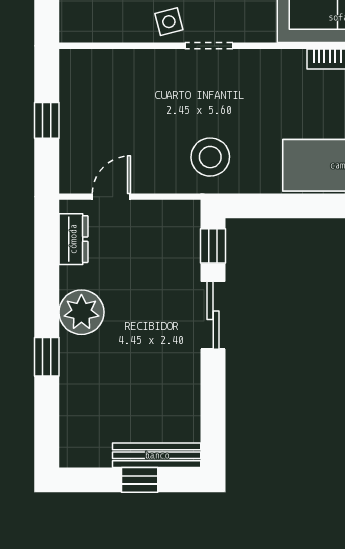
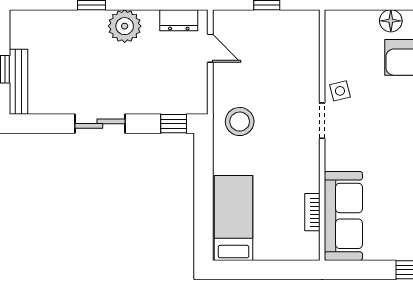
sliding door: (213, 315) -> (100, 124), moved

